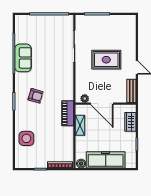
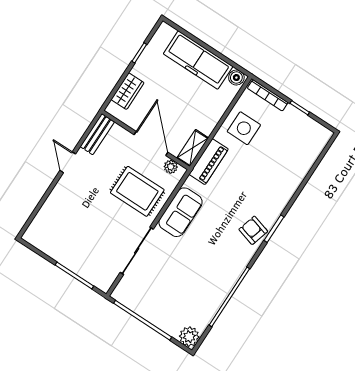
plant: (21, 21) -> (189, 337), added
sofa: (23, 58) -> (181, 212), moved, turned 180
rug: (106, 60) -> (137, 191), moved
armchair: (35, 96) -> (253, 230), moved
shelving: (80, 125) -> (193, 148), moved
side table: (26, 138) -> (244, 128), moved

